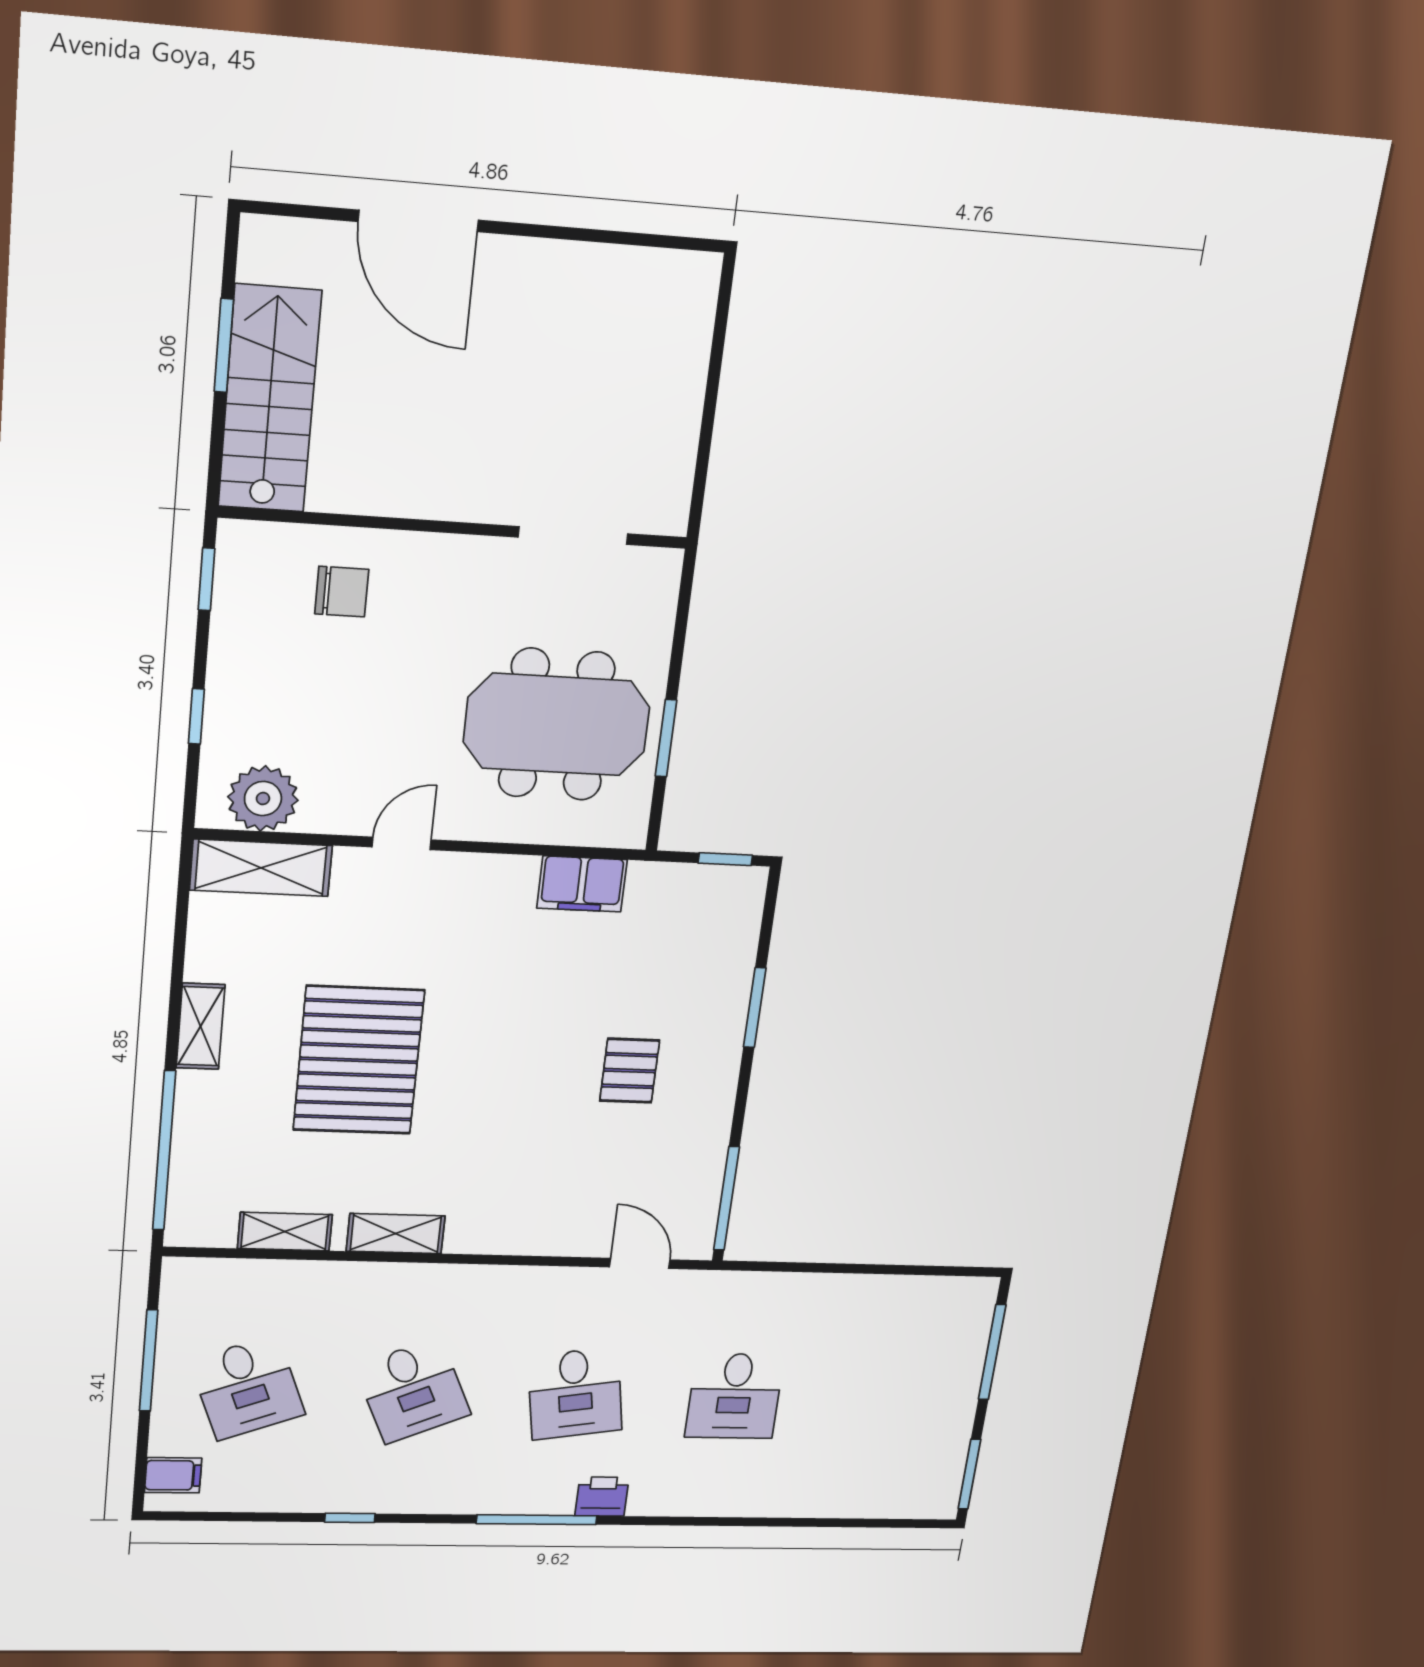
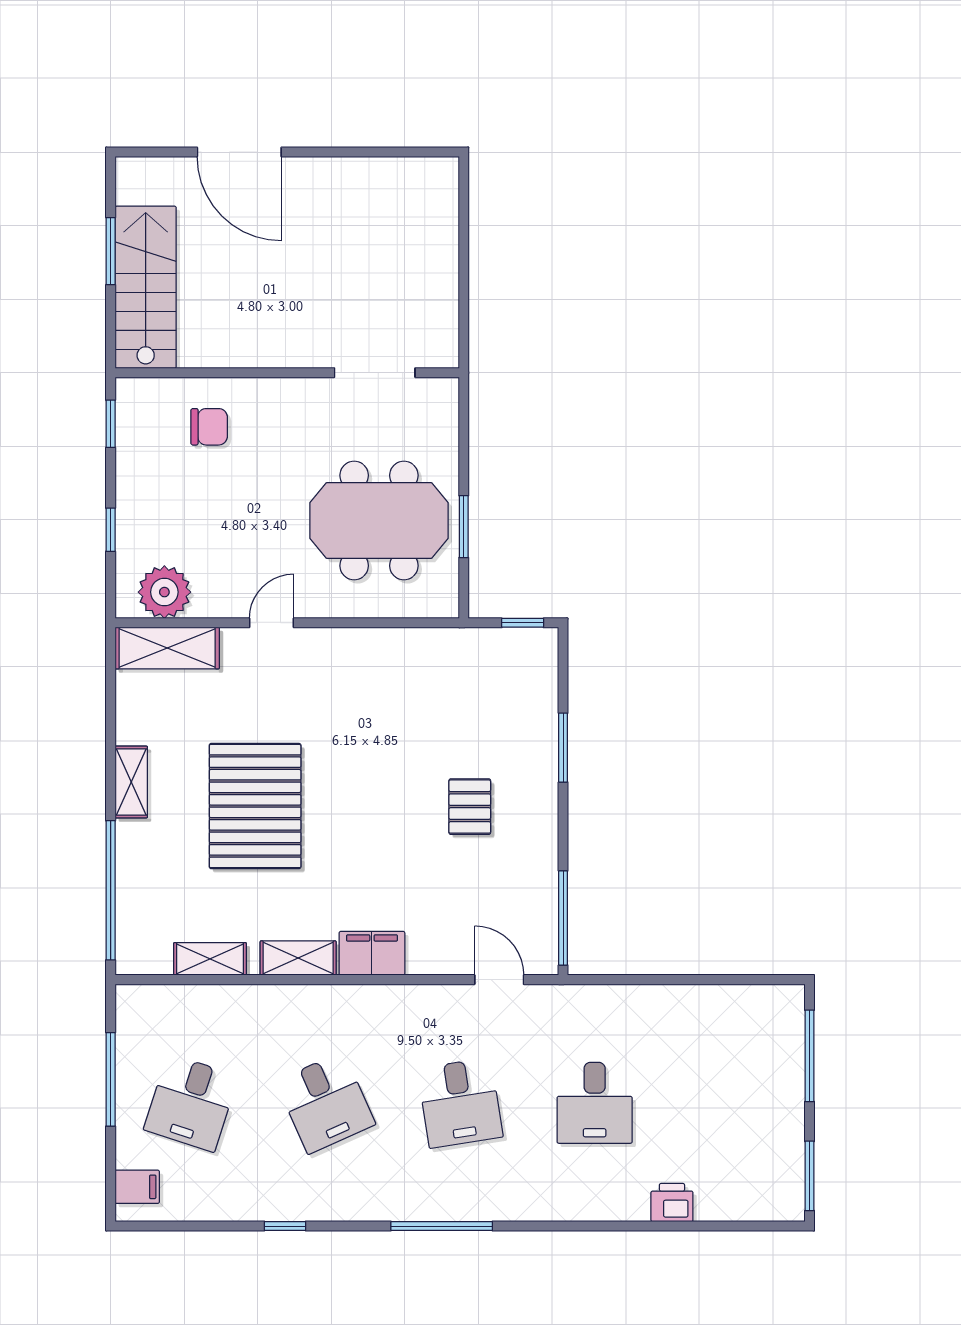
filing cabinet: (582, 884) -> (372, 953), moved, turned 180
desk: (247, 1388) -> (191, 1103), turned 39
printer: (602, 1497) -> (672, 1203), moved

